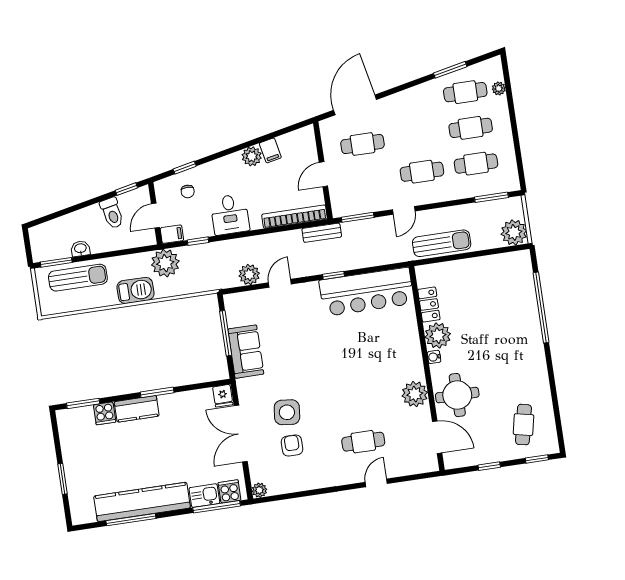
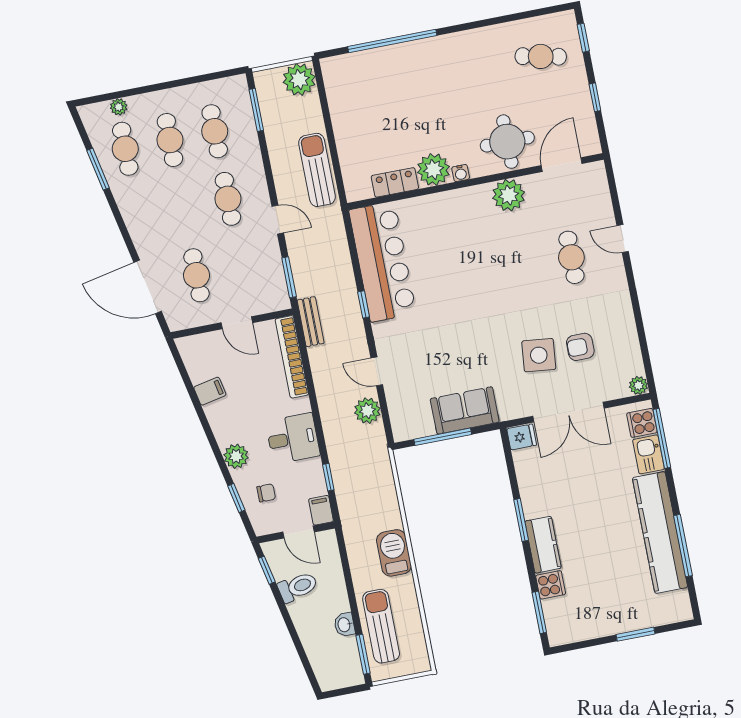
plant: (252, 156) -> (236, 456), moved
plant: (165, 263) -> (358, 517), removed

